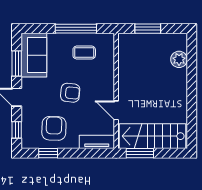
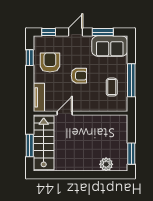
window: (148, 29) -> (131, 154), moved
armchair: (70, 93) -> (79, 76), turned -96
armchair: (54, 128) -> (50, 62), turned -92
window: (140, 153) -> (30, 145), moved

